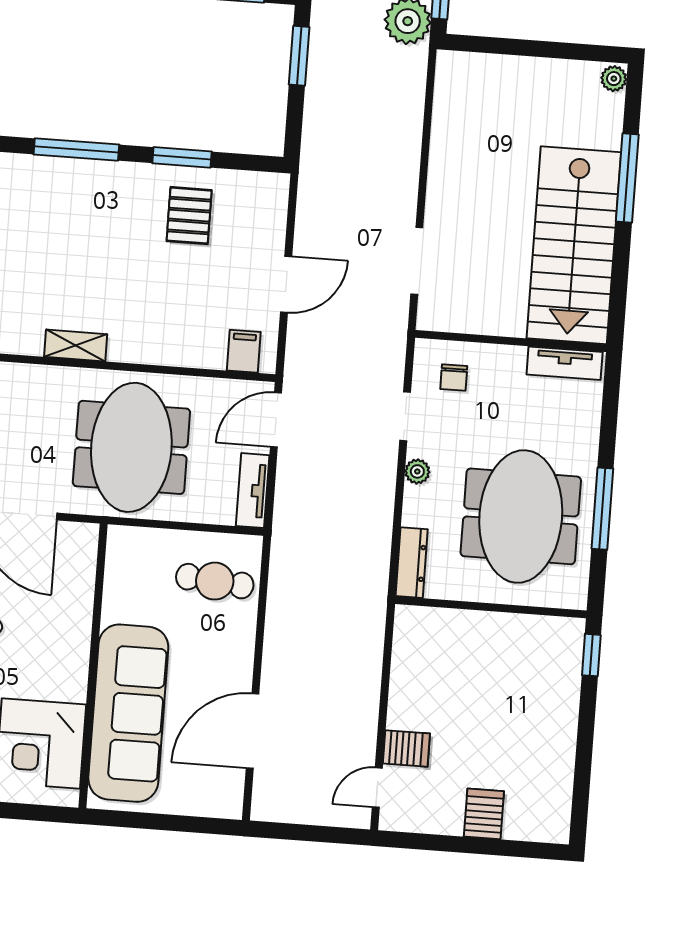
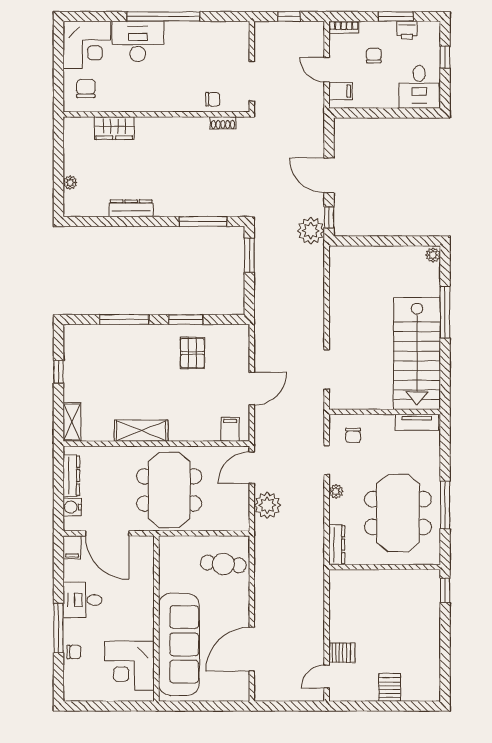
shelving: (76, 346) -> (141, 431), width x1.50, depth x1.33
plant: (298, 486) -> (267, 505), added
tv unit: (253, 491) -> (241, 510), removed

